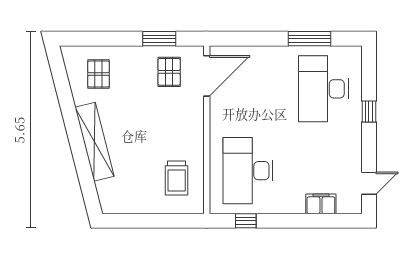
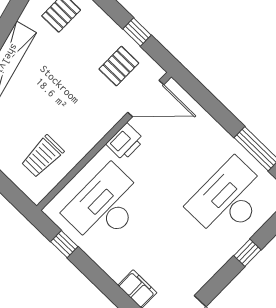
window: (159, 39) -> (137, 32), width x0.67
printer: (221, 117) -> (125, 142), added

